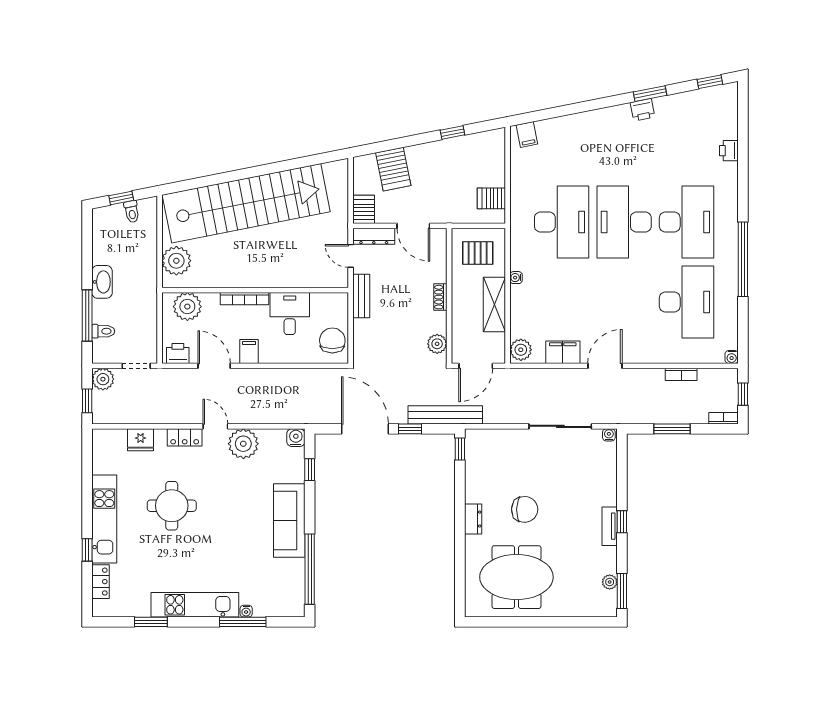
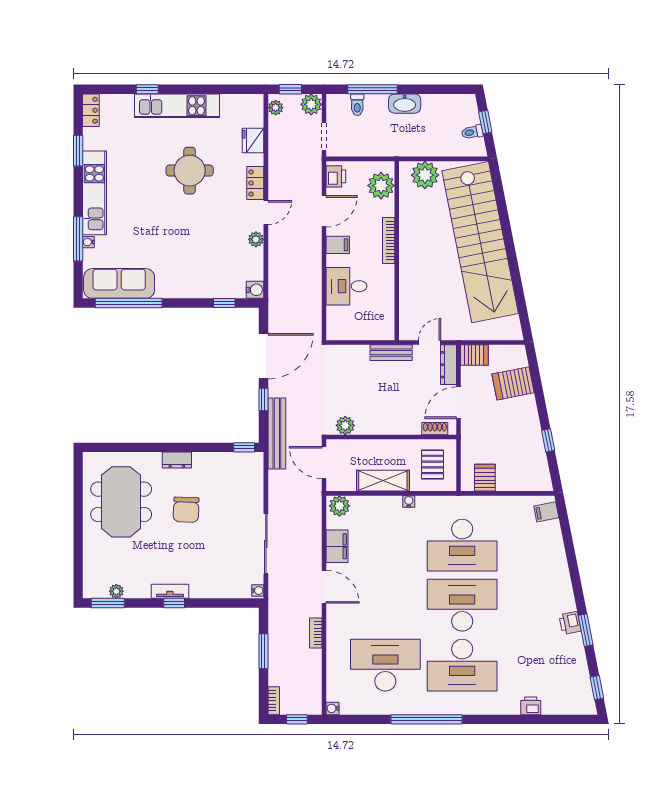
shoe rack: (440, 297) -> (435, 429), moved
desk: (687, 302) -> (385, 665), turned 180
desk: (290, 314) -> (346, 286), moved, turned 180
chair: (332, 340) -> (348, 325), removed
bookcase: (681, 374) -> (316, 633), moved
plant: (106, 416) -> (276, 108), added
plant: (243, 444) -> (256, 239), width x0.53, depth x0.53
sofa: (289, 520) -> (119, 283), moved
locker: (100, 582) -> (91, 110), moved, turned -90

